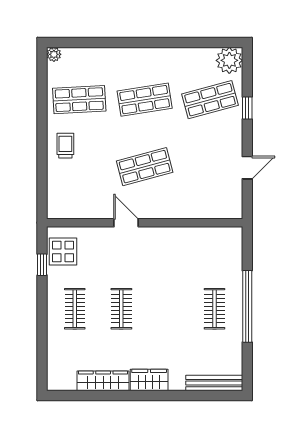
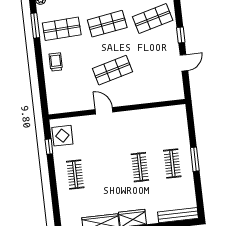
window: (42, 91) -> (35, 26), added
window: (247, 108) -> (181, 35), moved
window: (247, 306) -> (195, 159), width x0.47
clothes rail: (121, 309) -> (140, 167), moved

